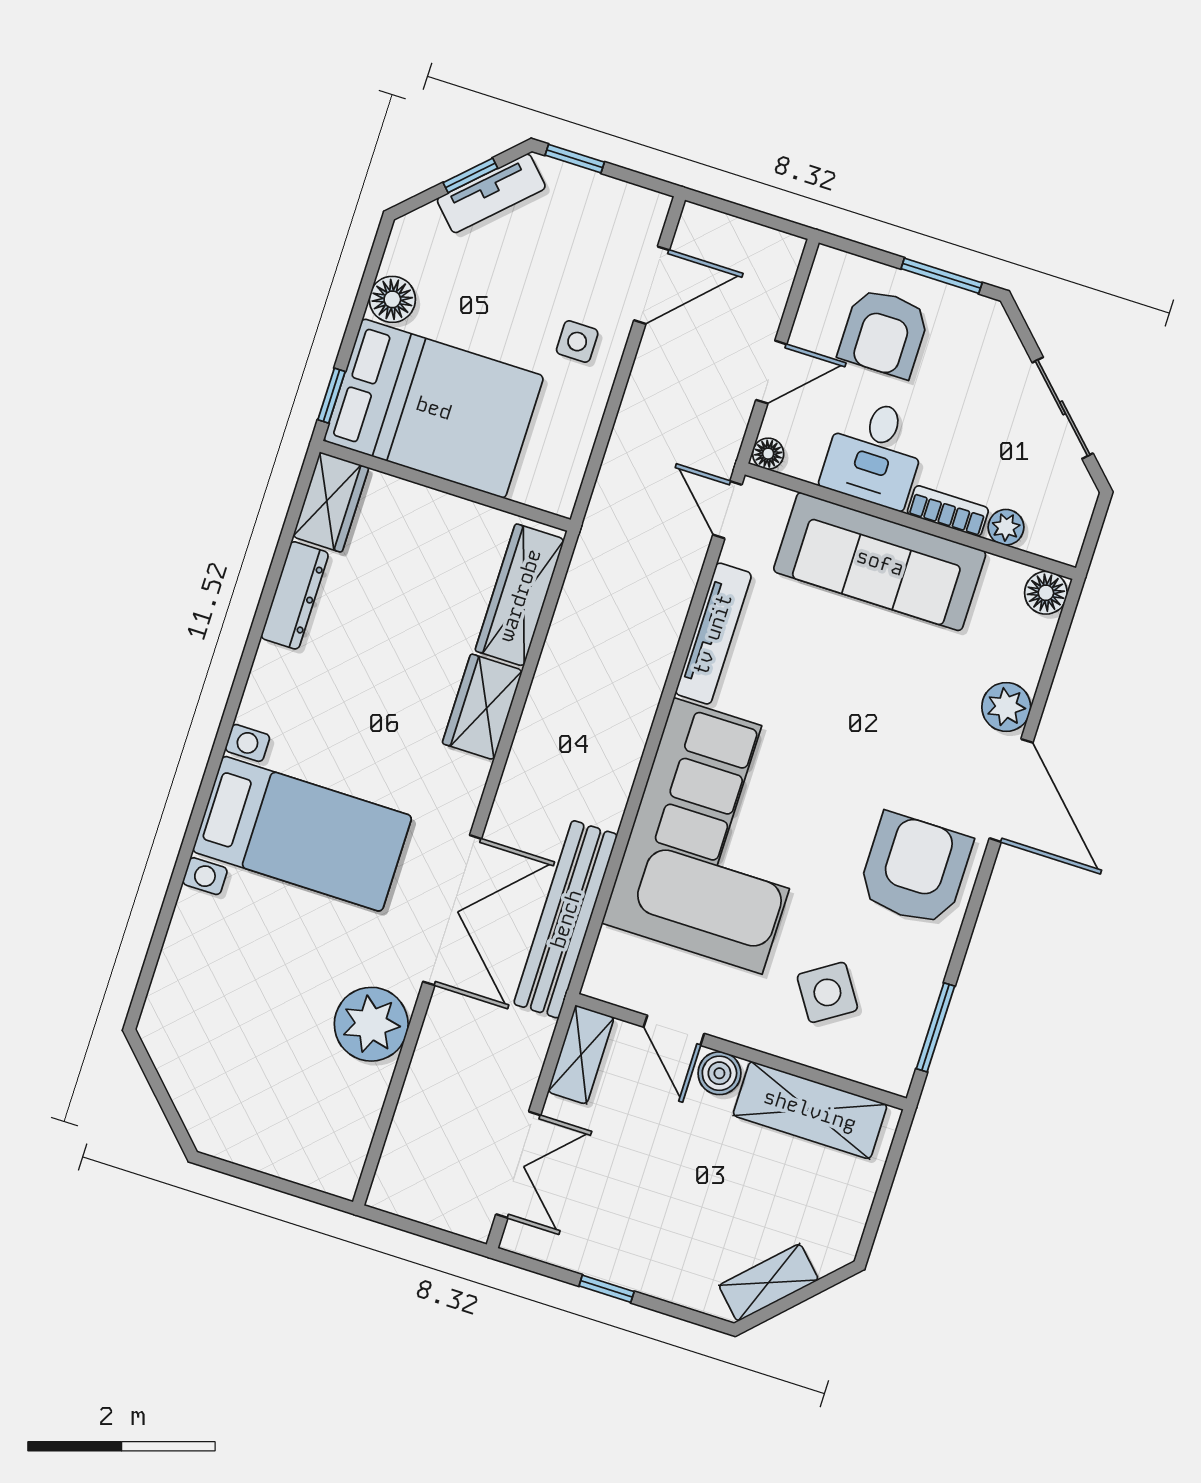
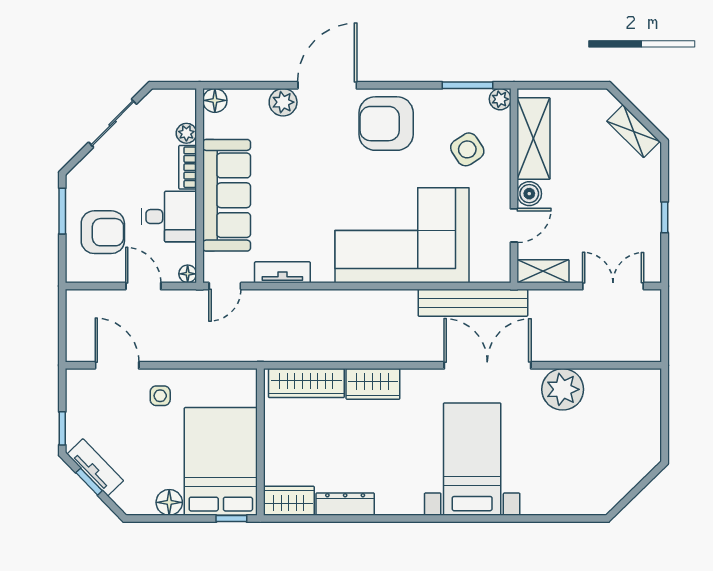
tv unit: (713, 634) -> (282, 272), width x0.71
plant: (894, 1075) -> (500, 99), added

